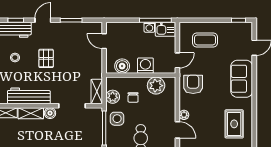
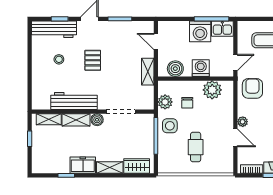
washing machine: (149, 27) -> (200, 31), width x1.89, depth x1.89
shelving: (97, 92) -> (148, 72), moved

